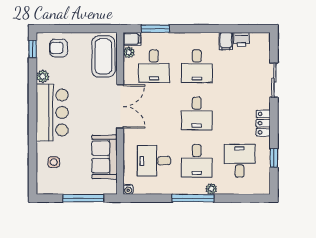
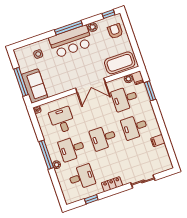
printer: (241, 40) -> (162, 151), removed
window: (33, 109) -> (69, 28), added
sofa: (105, 157) -> (35, 86), moved, turned 90

